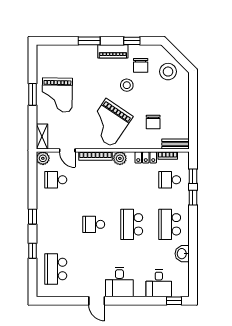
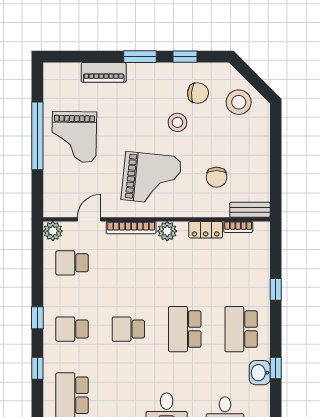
window: (89, 41) -> (140, 57), moved
piano: (113, 51) -> (104, 72), moved
chair: (141, 65) -> (198, 93), turned -85
window: (32, 94) -> (37, 136), width x2.11
grand piano: (109, 123) -> (151, 178), turned -118
shelving: (42, 137) -> (51, 199), removed
door: (67, 150) -> (89, 219), swing flipped
window: (193, 176) -> (276, 368), moved
school desk: (170, 180) -> (72, 329), moved

